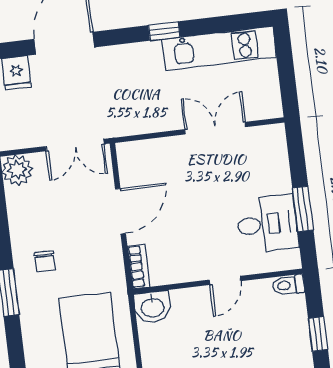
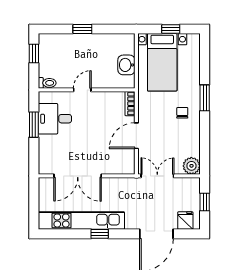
kitchen unit: (219, 48) -> (81, 221), width x1.36
double door: (215, 128) -> (78, 176), width x1.37
washbasin: (152, 307) -> (126, 65), moved, turned -90

